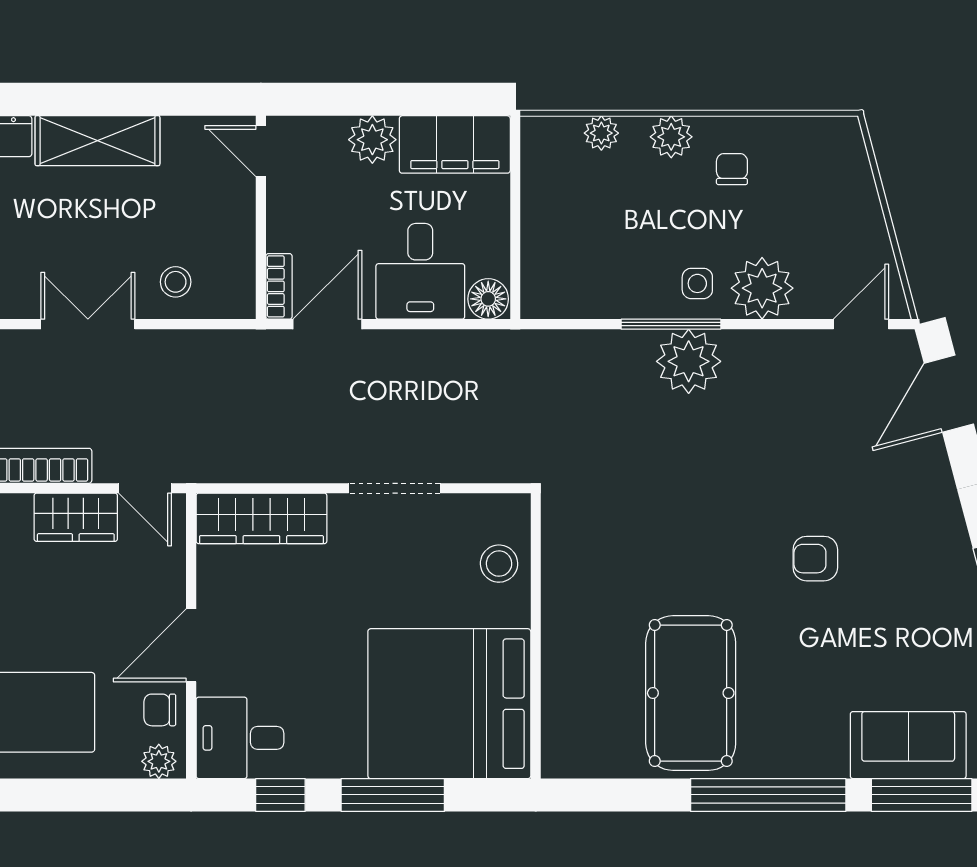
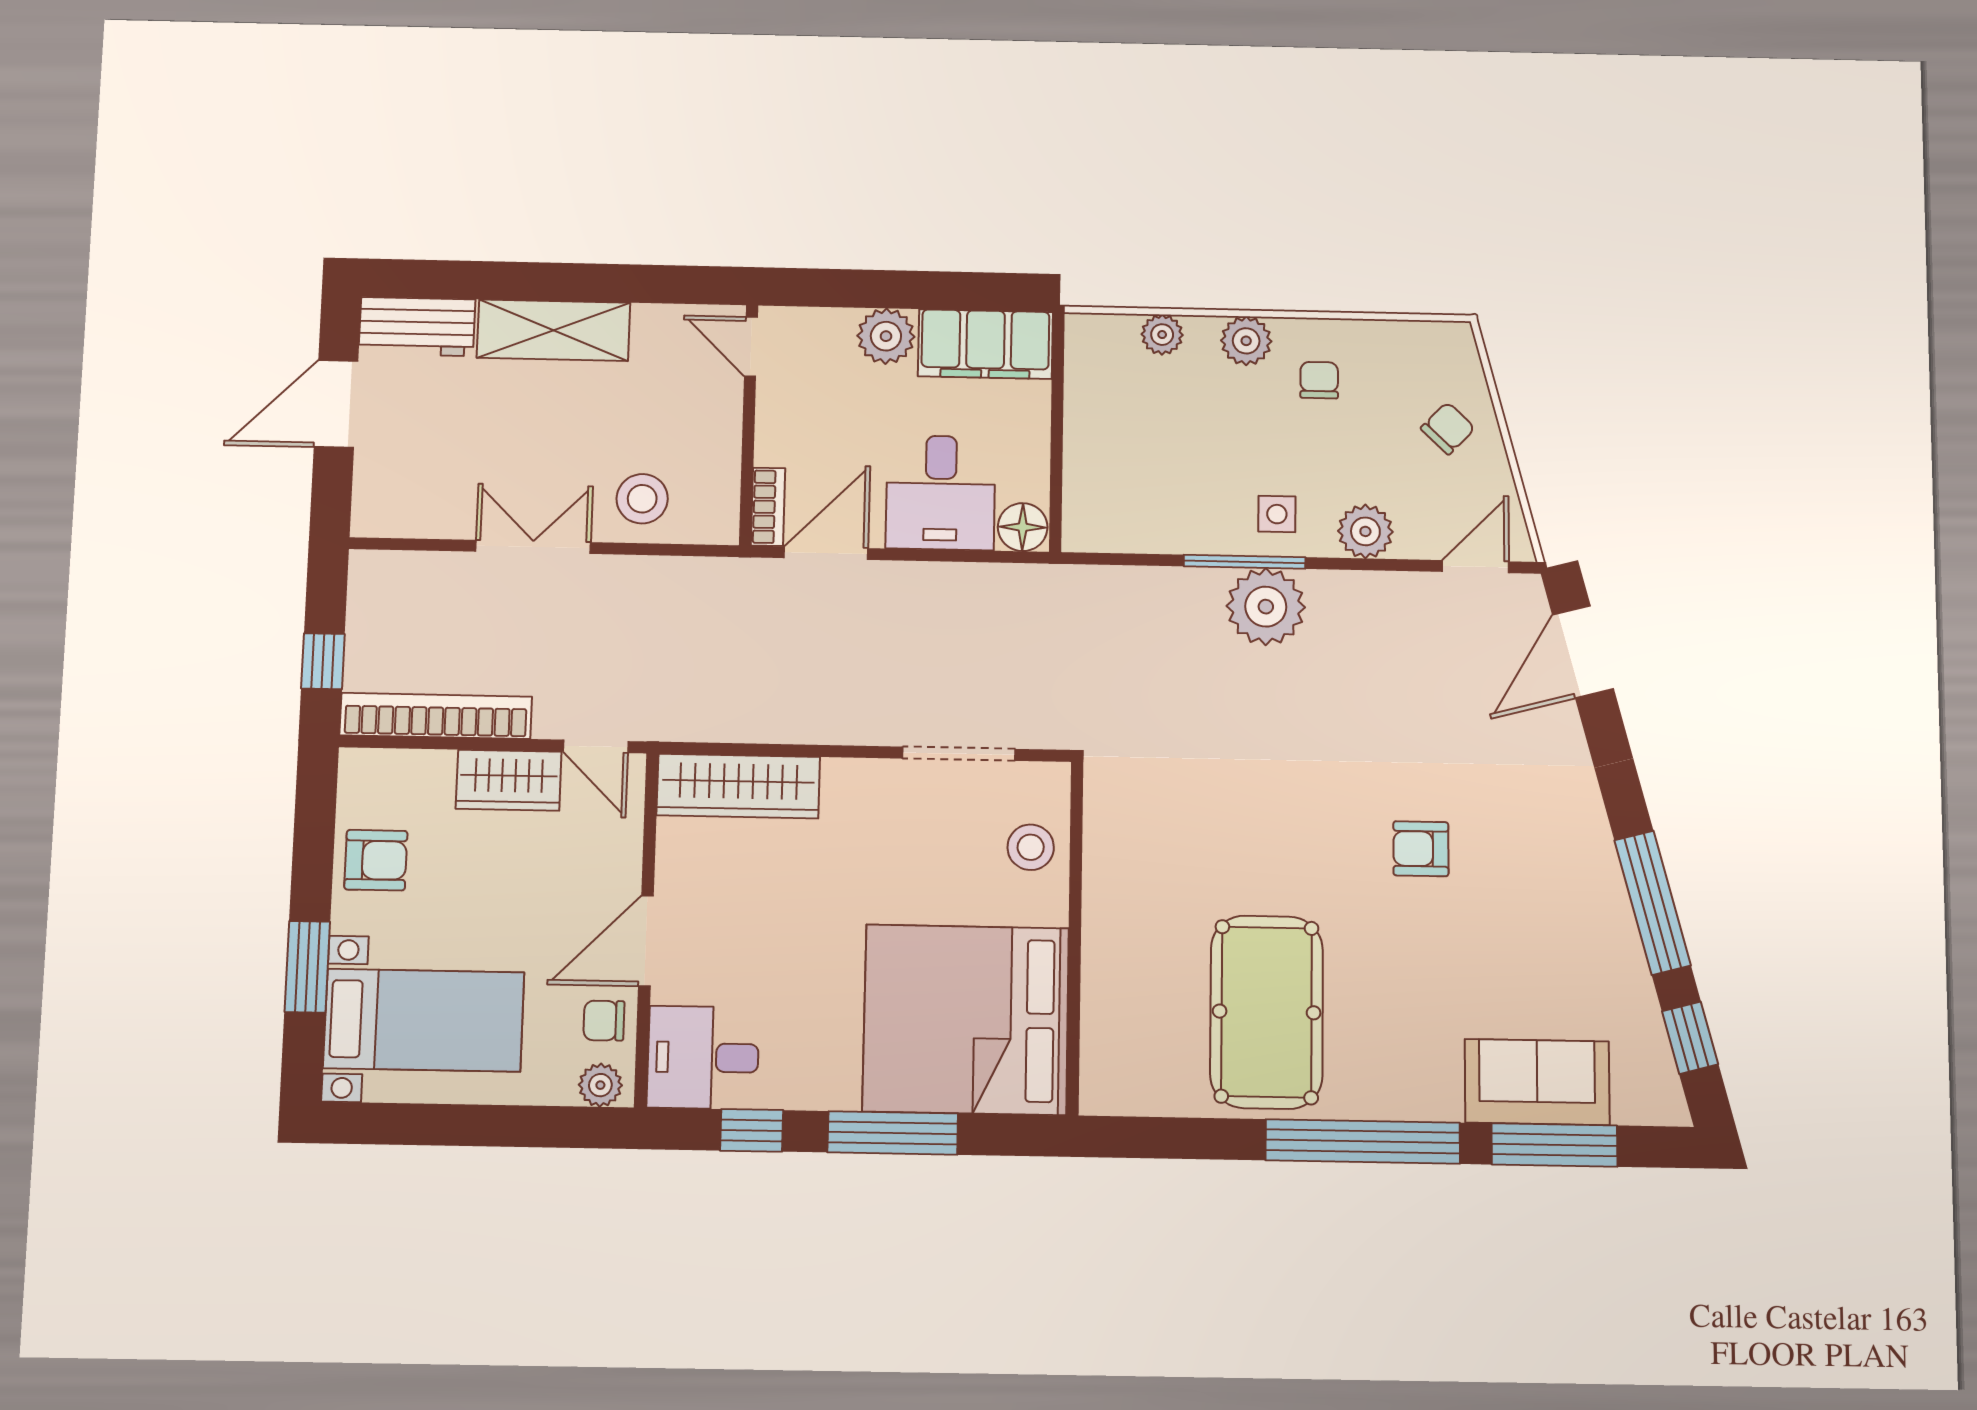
chair: (839, 208) -> (1448, 428), added
stool: (176, 282) -> (642, 499), width x1.37, depth x1.37
plant: (762, 288) -> (1365, 531), width x0.73, depth x0.73
doorway: (394, 488) -> (959, 754), moved

